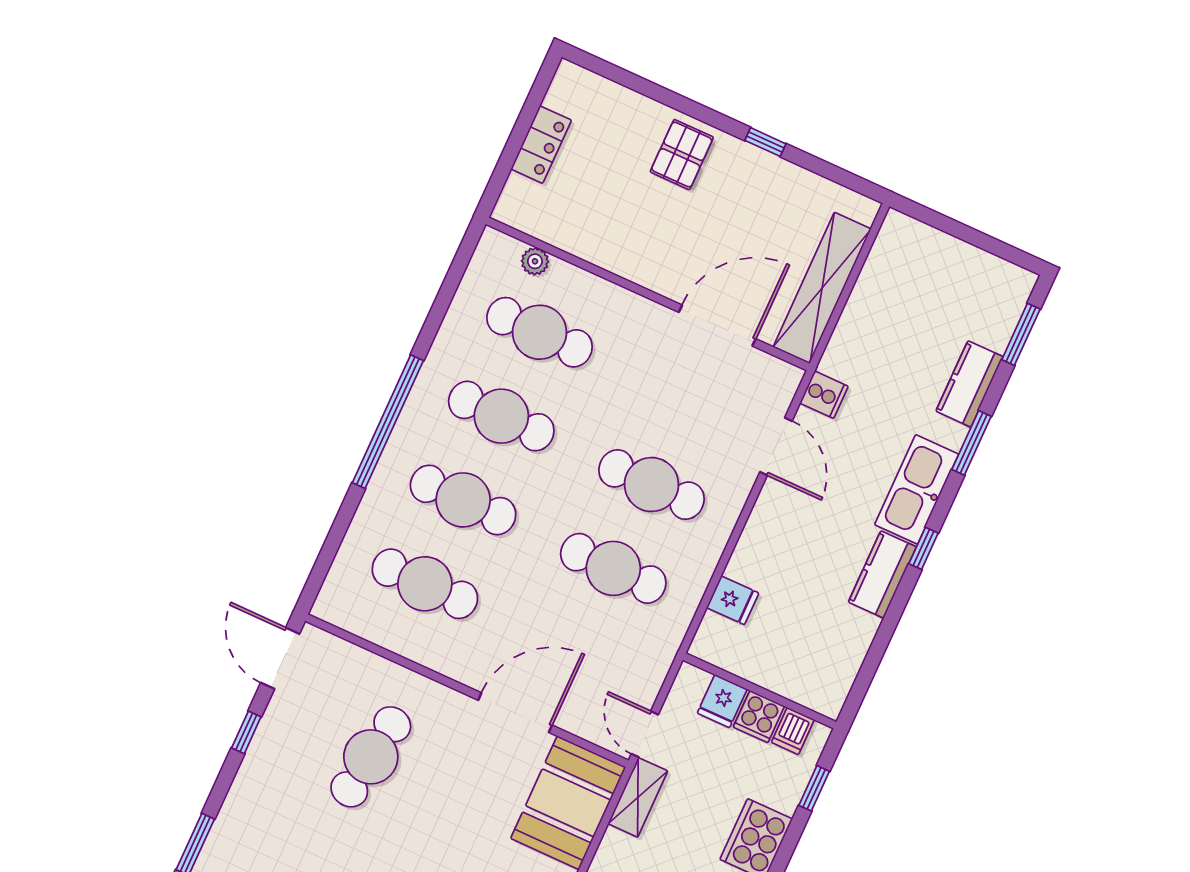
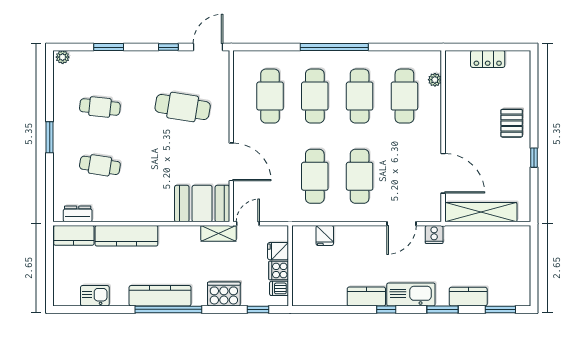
pallet: (682, 155) -> (512, 123), turned 90

